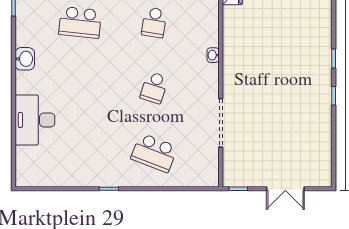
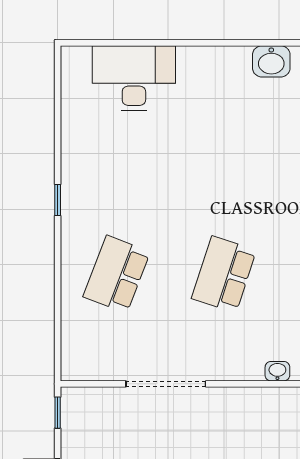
school desk: (154, 88) -> (224, 274), width x1.85
desk: (35, 120) -> (134, 78), moved

